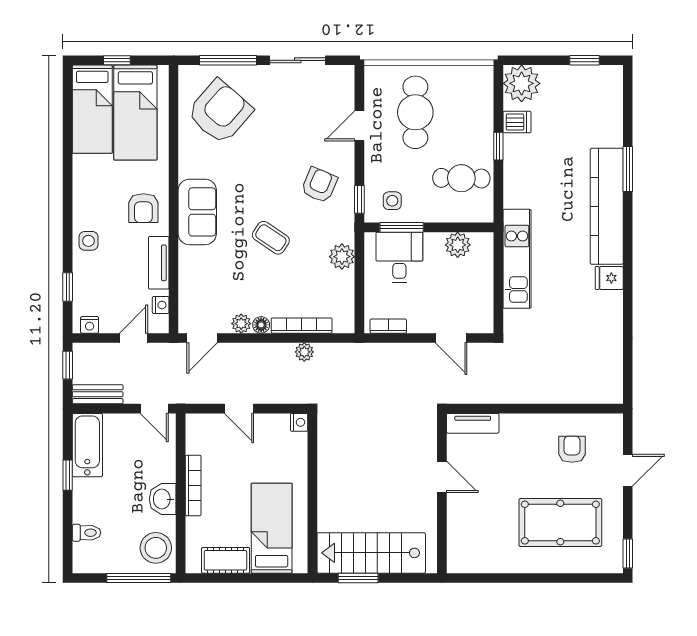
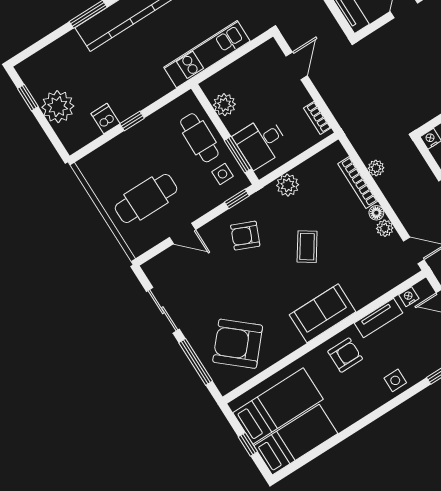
plant: (522, 83) -> (58, 107), moved
cafe table: (461, 178) -> (199, 138), moved

